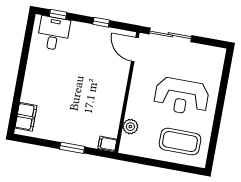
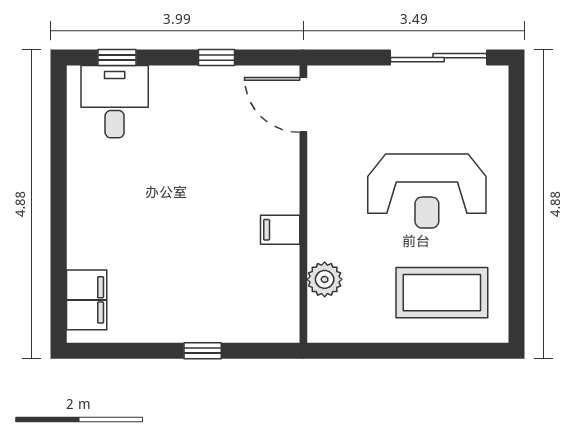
sliding door: (170, 35) -> (439, 58), moved
filing cabinet: (107, 144) -> (280, 230), moved
window: (72, 148) -> (203, 351), width x0.67

